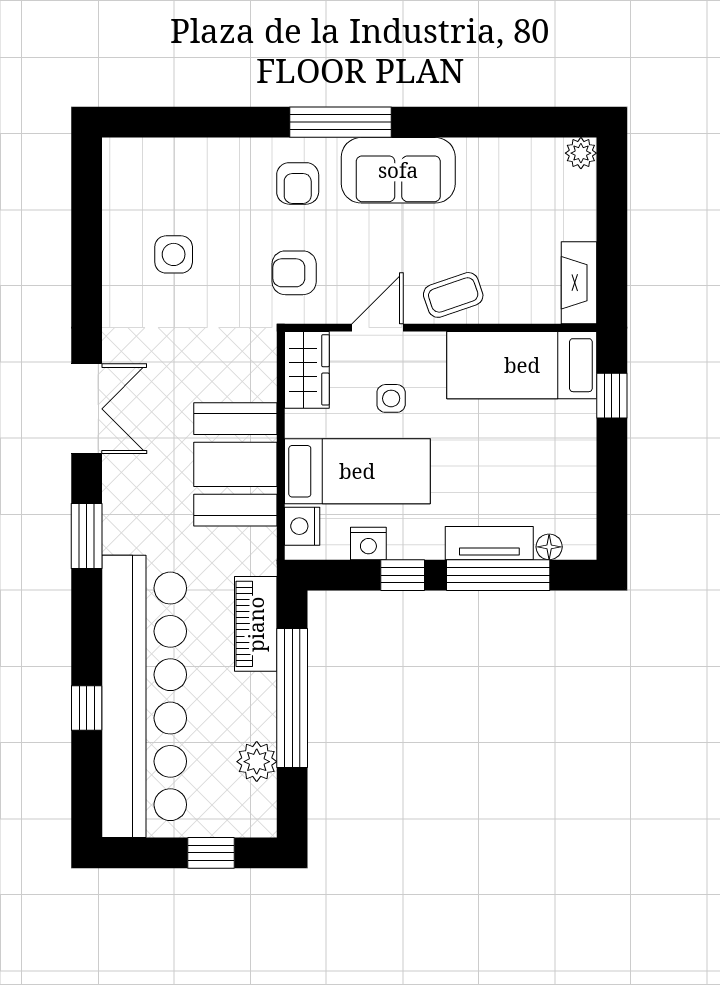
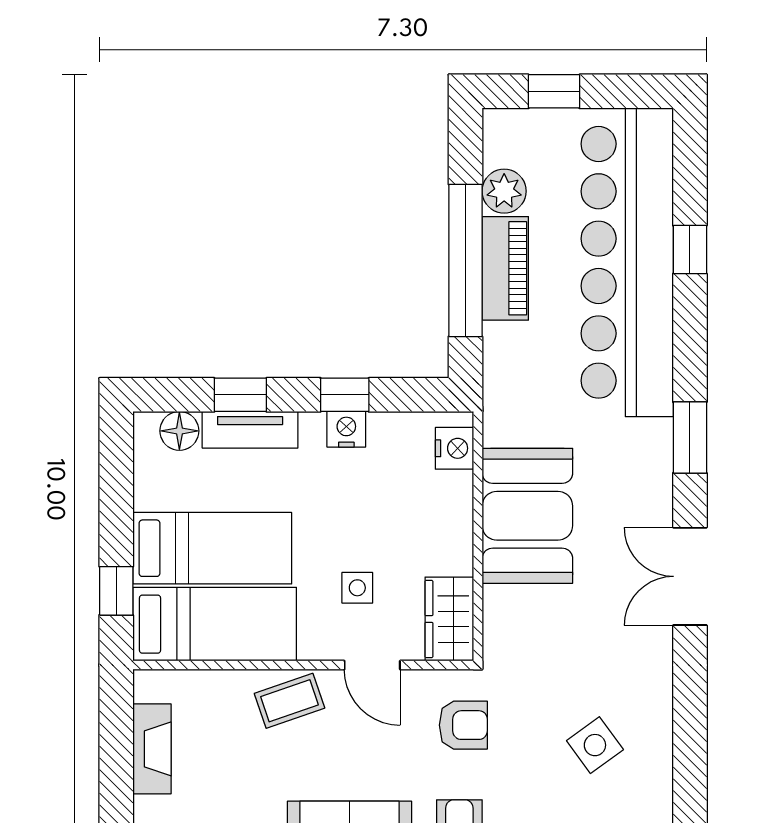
side table: (174, 254) -> (595, 745), turned -36
fireplace: (579, 283) -> (152, 749), moved
door: (377, 328) -> (372, 665), hinge flipped
bed: (357, 471) -> (212, 548), moved, turned 180
nightstand: (368, 544) -> (346, 429), moved
floor lamp: (549, 547) -> (179, 431), width x1.37, depth x1.37
window: (498, 575) -> (240, 395), width x0.46
piano: (256, 624) -> (505, 268), moved

